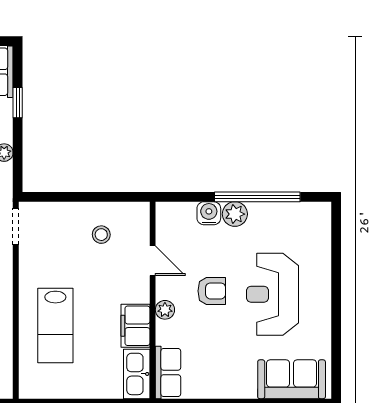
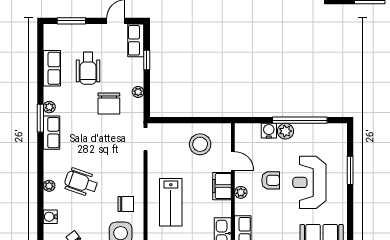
stool: (101, 235) -> (200, 144), width x1.89, depth x1.89
window: (336, 276) -> (350, 170), added
filing cabinet: (135, 326) -> (222, 186), moved

